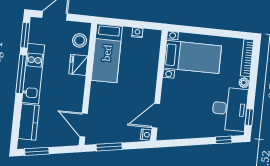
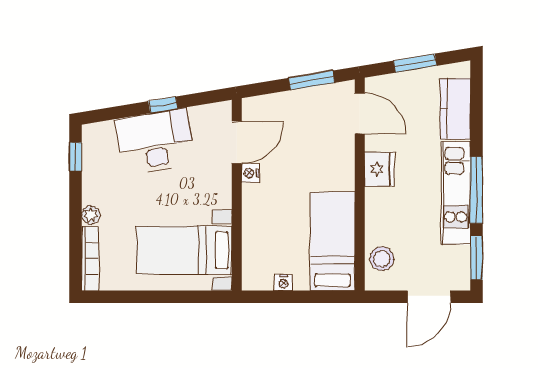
fridge: (78, 65) -> (379, 169), moved
desk: (230, 109) -> (155, 142), moved, turned 81
nightstand: (146, 135) -> (250, 173), moved
window: (224, 140) -> (163, 105), moved
window: (37, 151) -> (415, 63), moved

